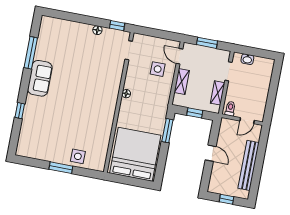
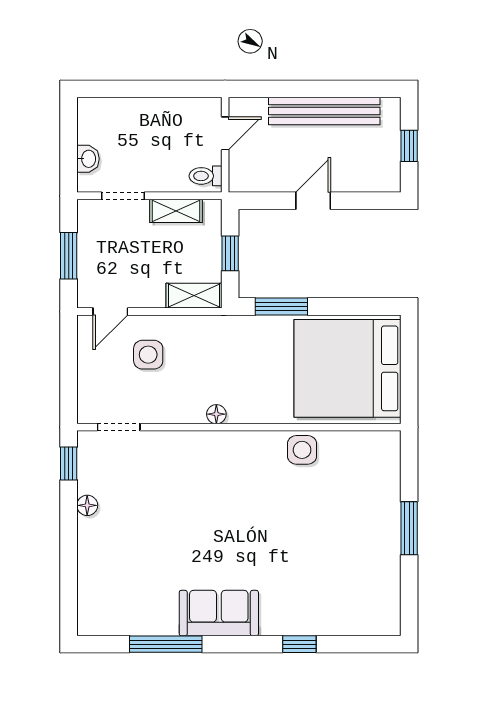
shelving: (182, 81) -> (194, 296), moved
door: (247, 121) -> (225, 133), hinge flipped
side table: (78, 156) -> (302, 450), moved

